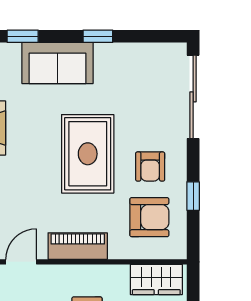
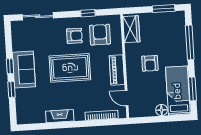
window: (23, 36) -> (11, 89), moved
sofa: (58, 63) -> (24, 69), moved
sliding door: (193, 97) -> (38, 16), width x0.73

